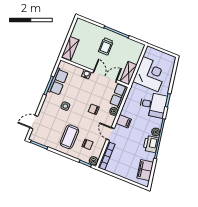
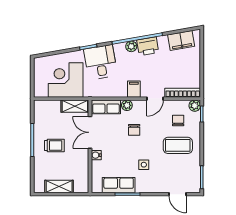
shelving: (70, 48) -> (59, 186), moved

